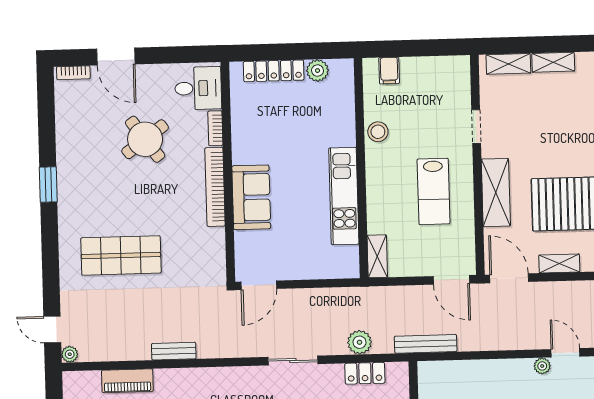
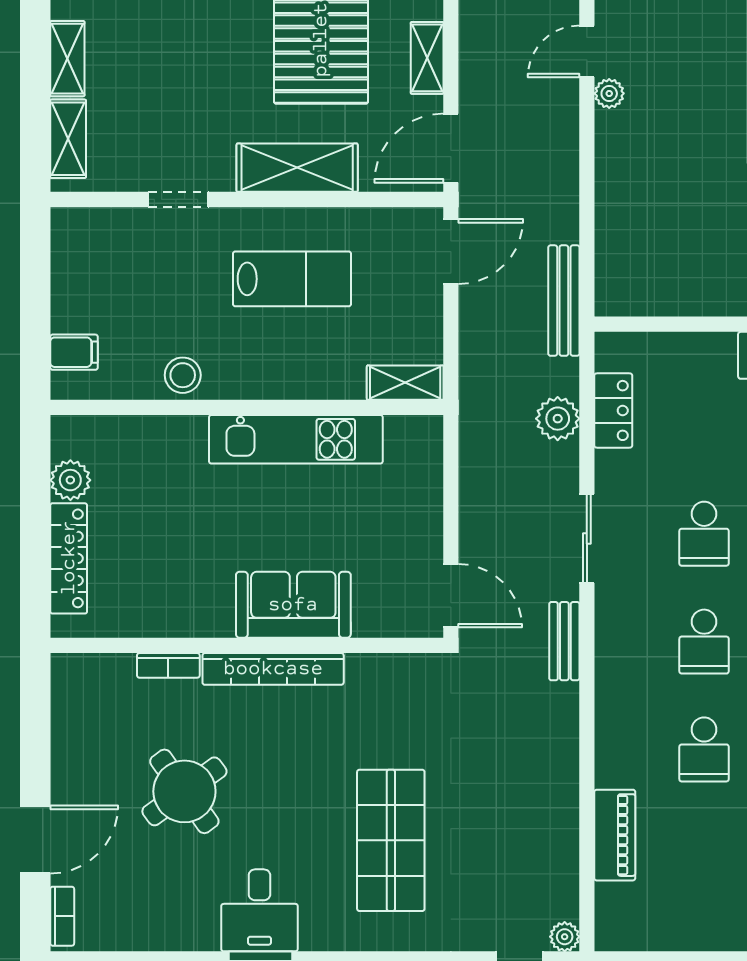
desk: (198, 88) -> (259, 910), moved, turned 180
bench: (174, 351) -> (564, 641), moved

